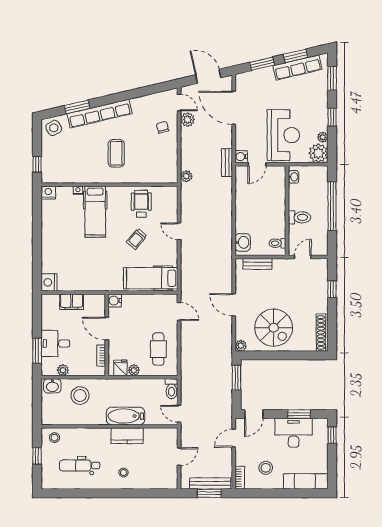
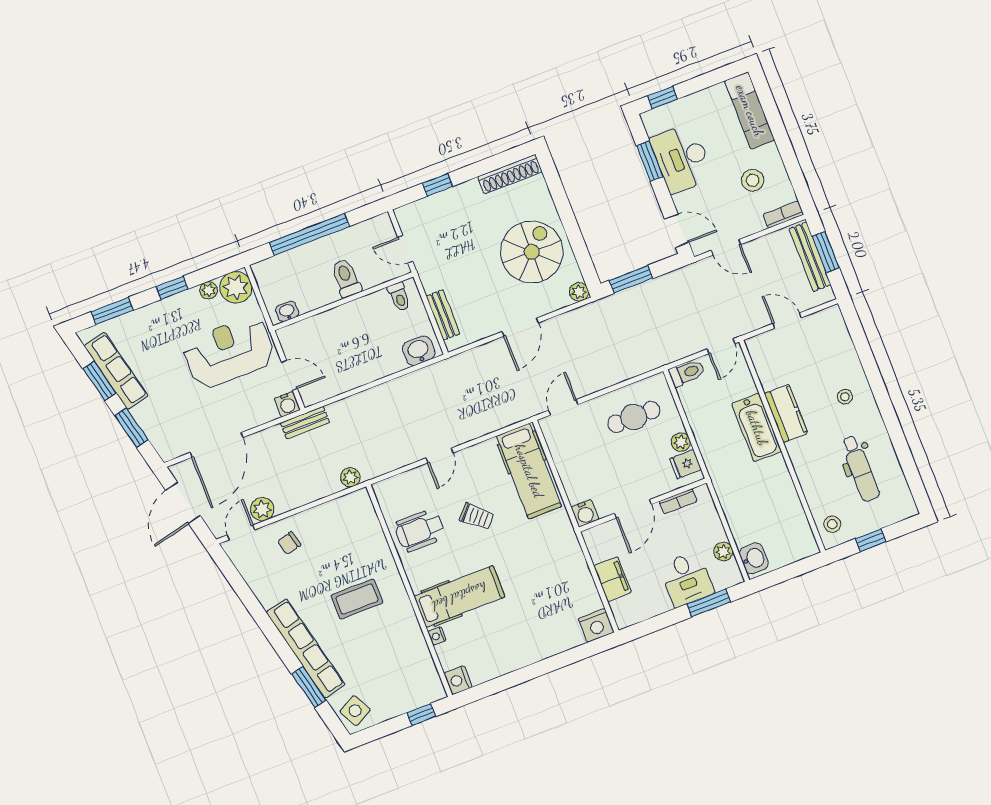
stool: (80, 396) -> (752, 510), removed

